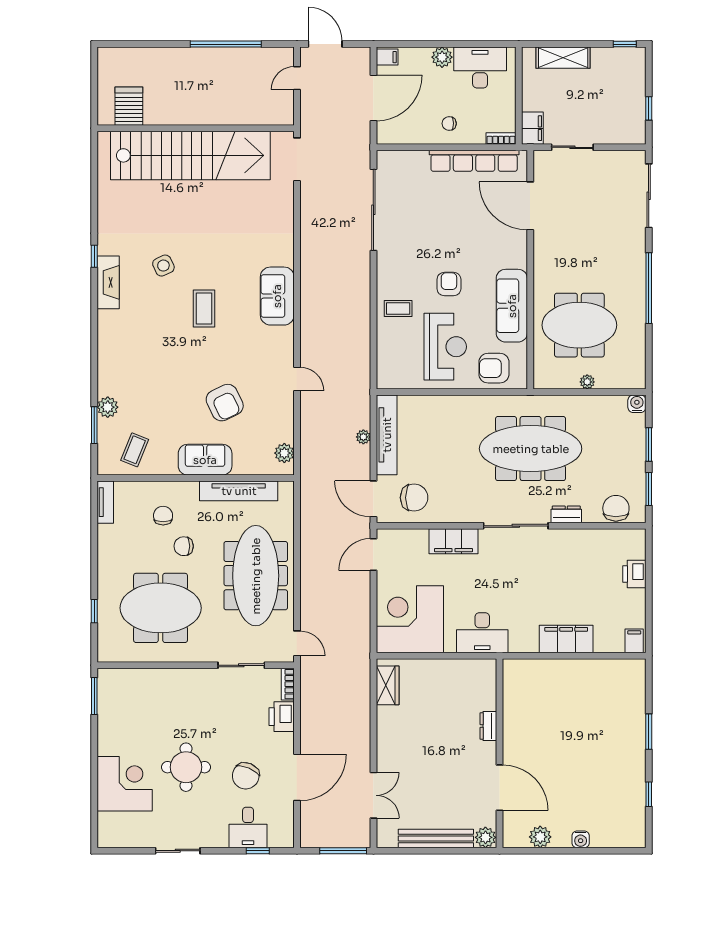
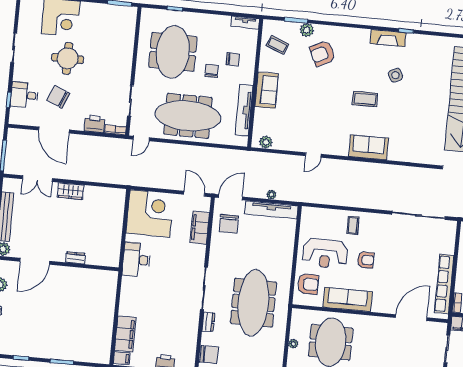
armchair: (494, 368) -> (308, 284), turned 90
armchair: (225, 403) -> (322, 53), moved
filing cabinet: (454, 541) -> (200, 228), moved
filing cabinet: (566, 639) -> (125, 334), moved
wardrobe: (388, 685) -> (71, 191), moved

